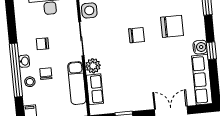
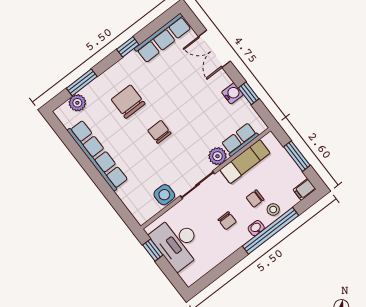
water cooler: (200, 47) -> (232, 93), moved, turned 90

